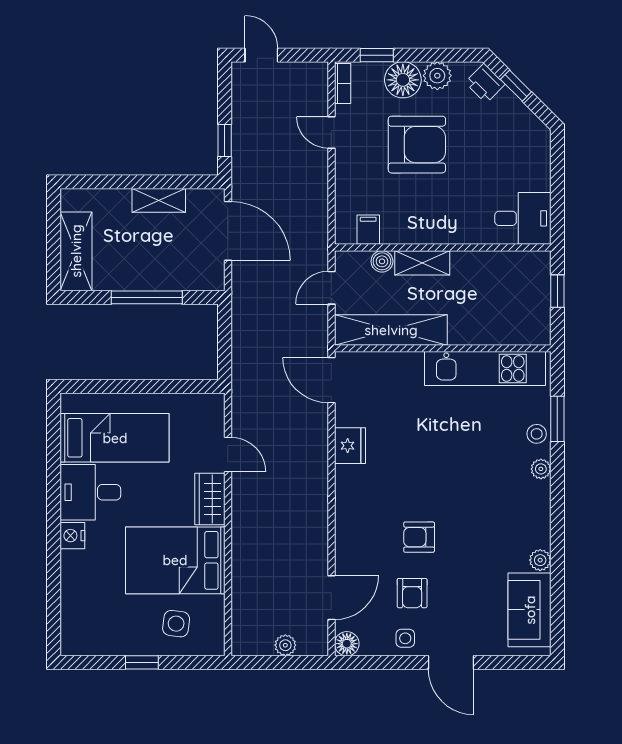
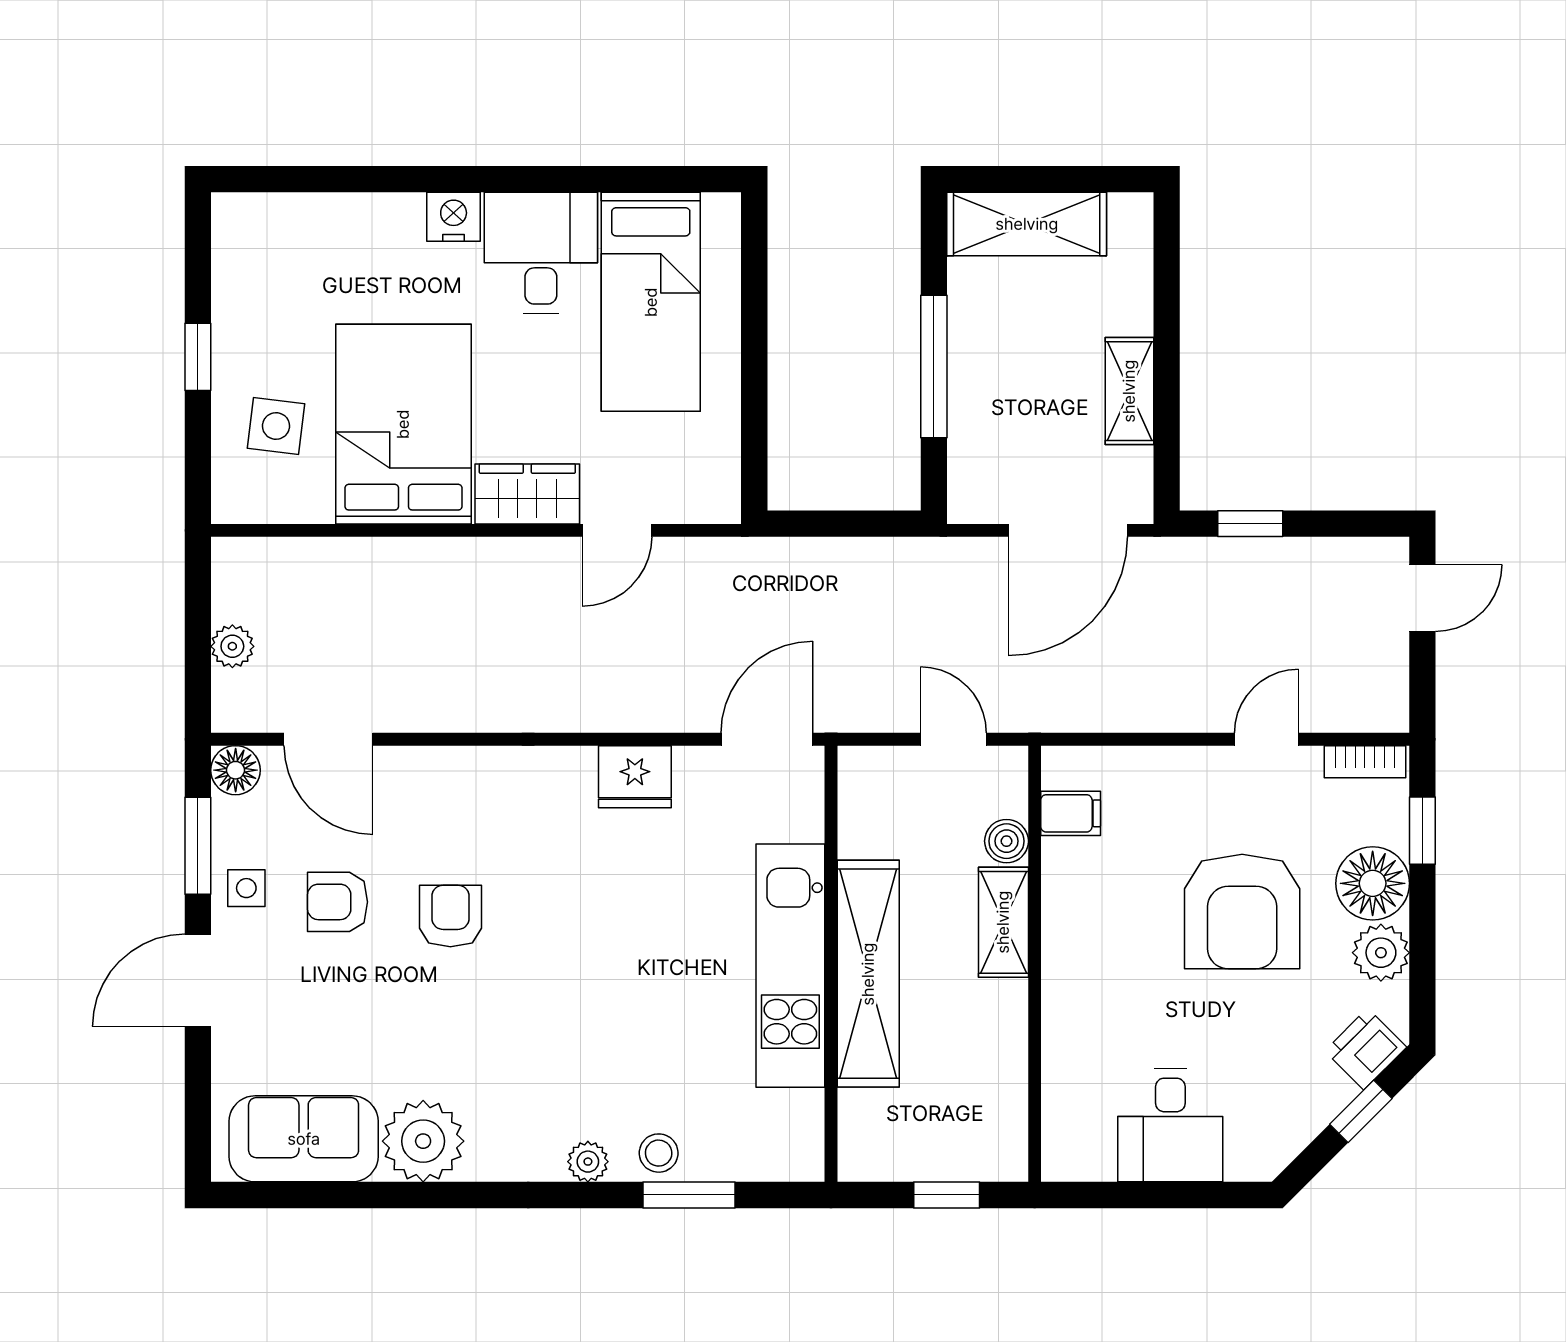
desk: (523, 218) -> (1170, 1125), moved
shelving: (391, 330) -> (868, 974), moved
kitchen unit: (485, 369) -> (790, 966), moved
plant: (540, 560) -> (423, 1141), width x1.88, depth x1.88
window: (384, 662) -> (198, 846), added

